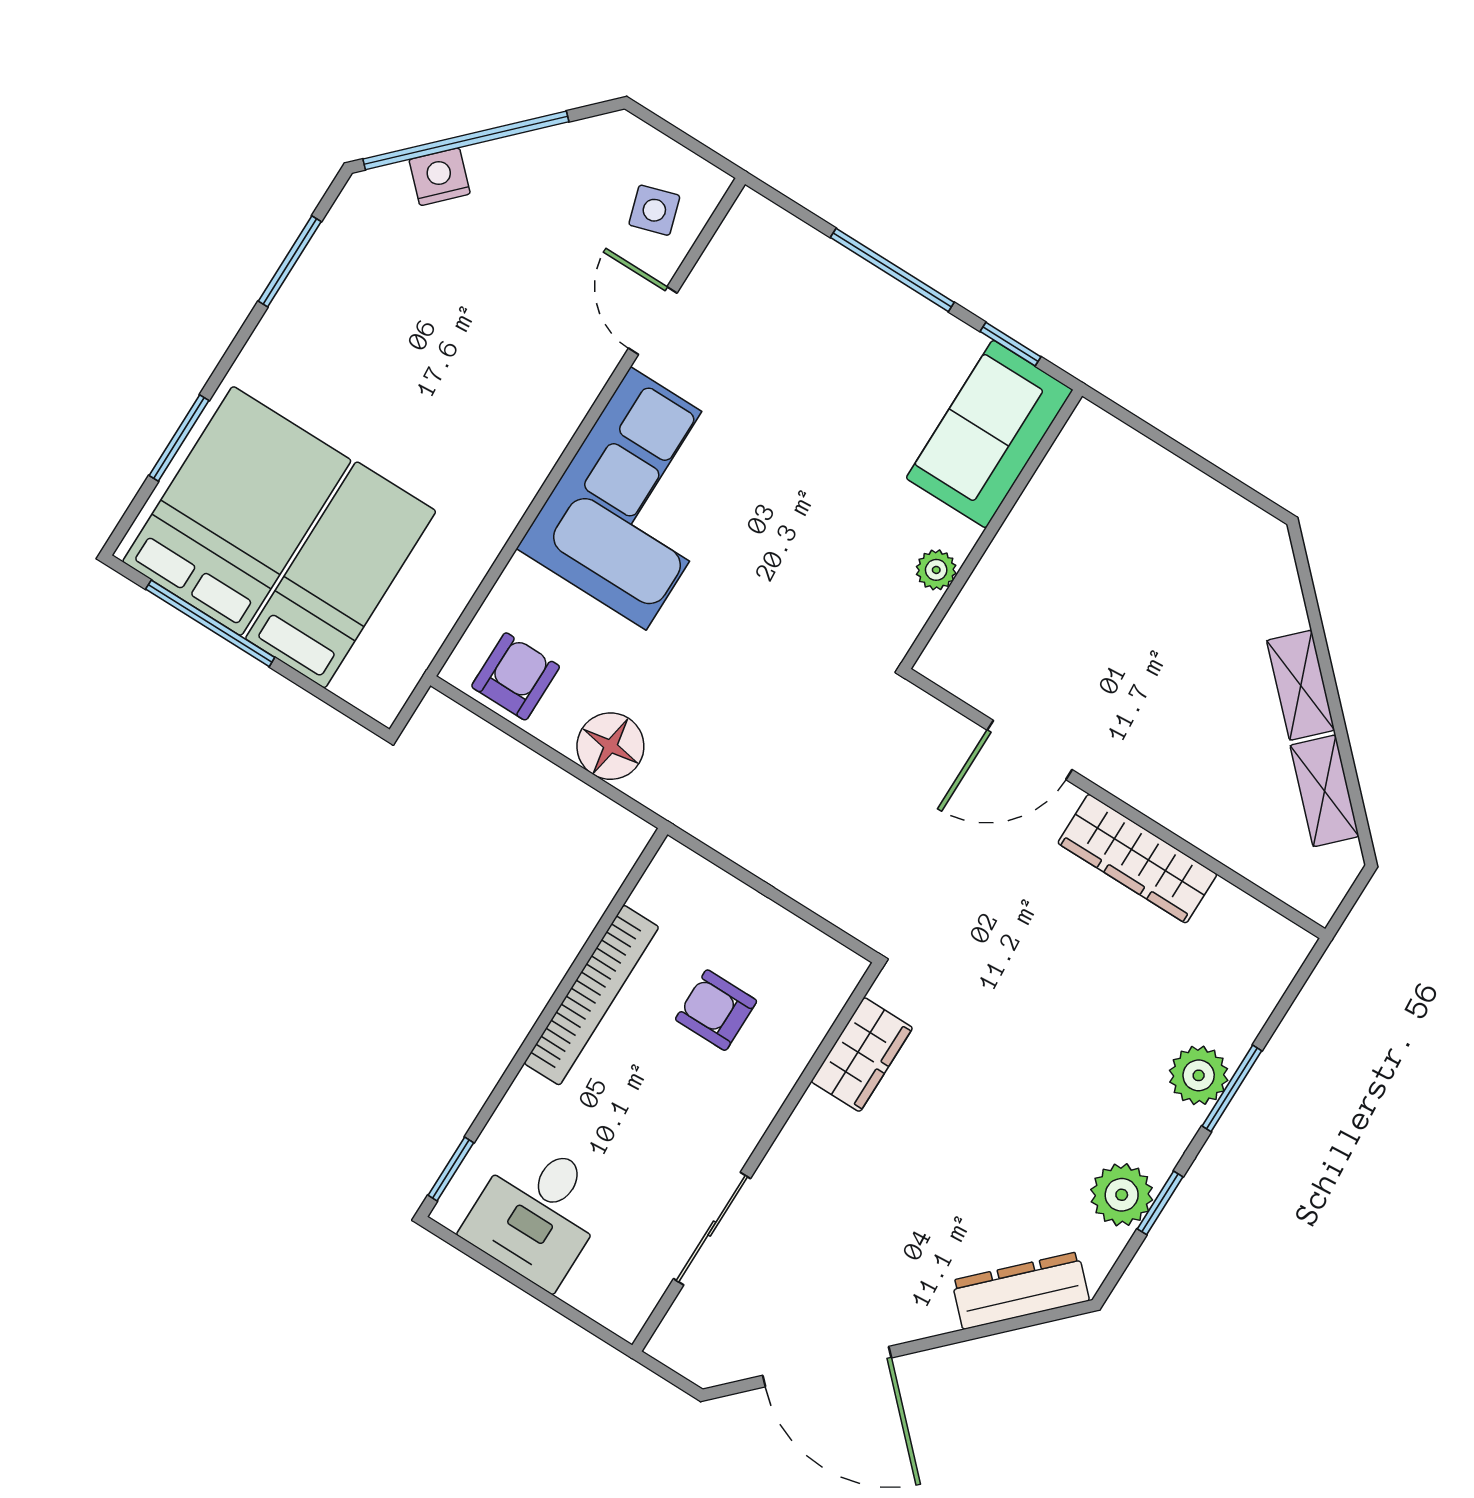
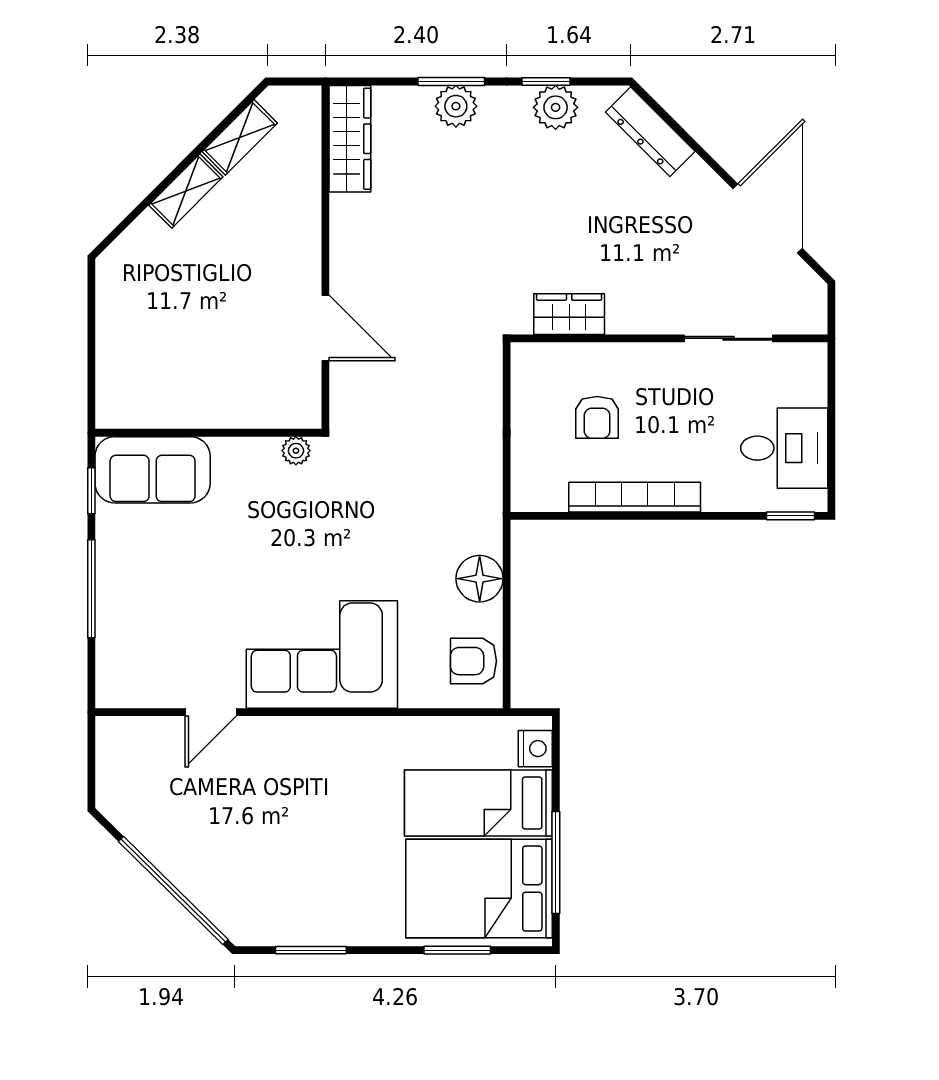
nightstand: (440, 177) -> (535, 749), moved, turned -135
side table: (654, 210) -> (144, 752), removed
plant: (936, 570) -> (296, 451), moved
wardrobe: (1137, 859) -> (350, 139), moved

